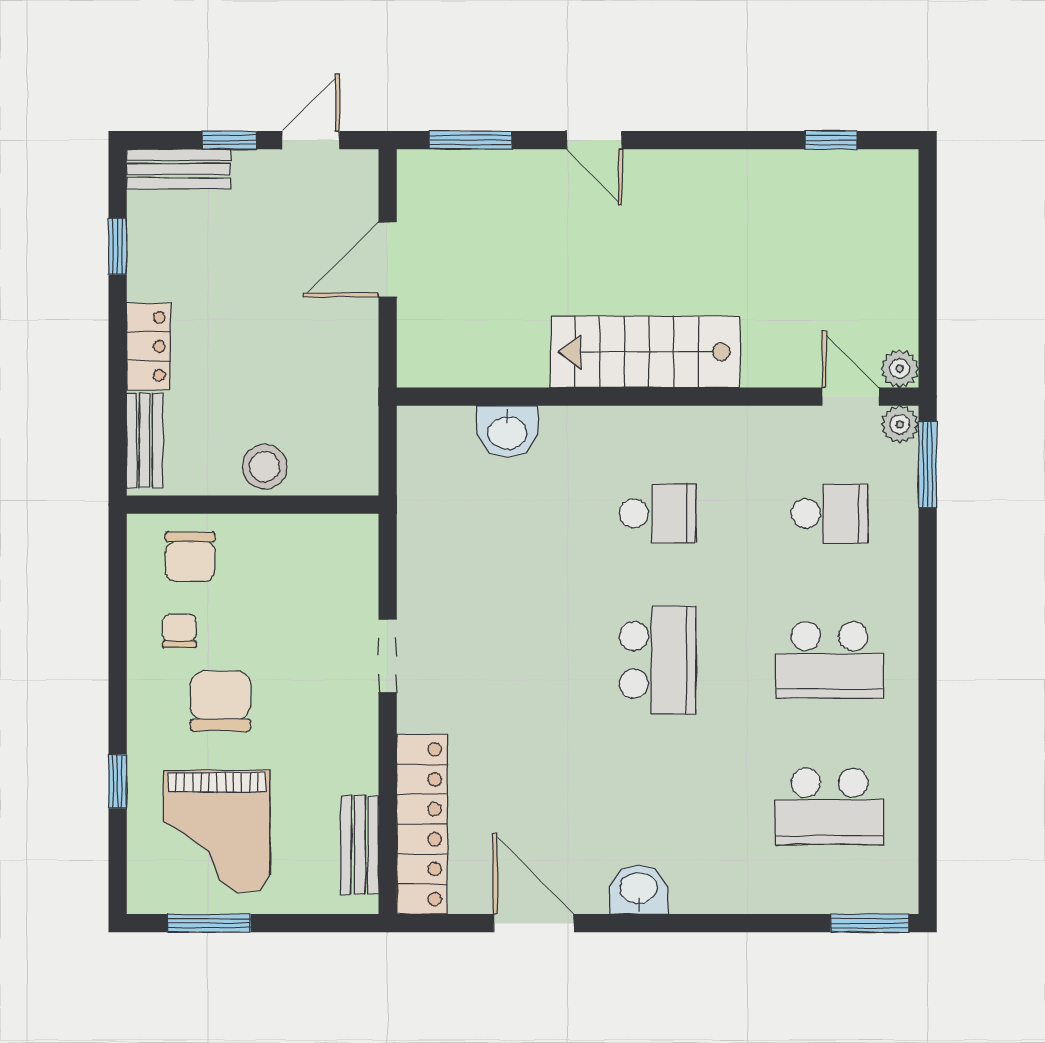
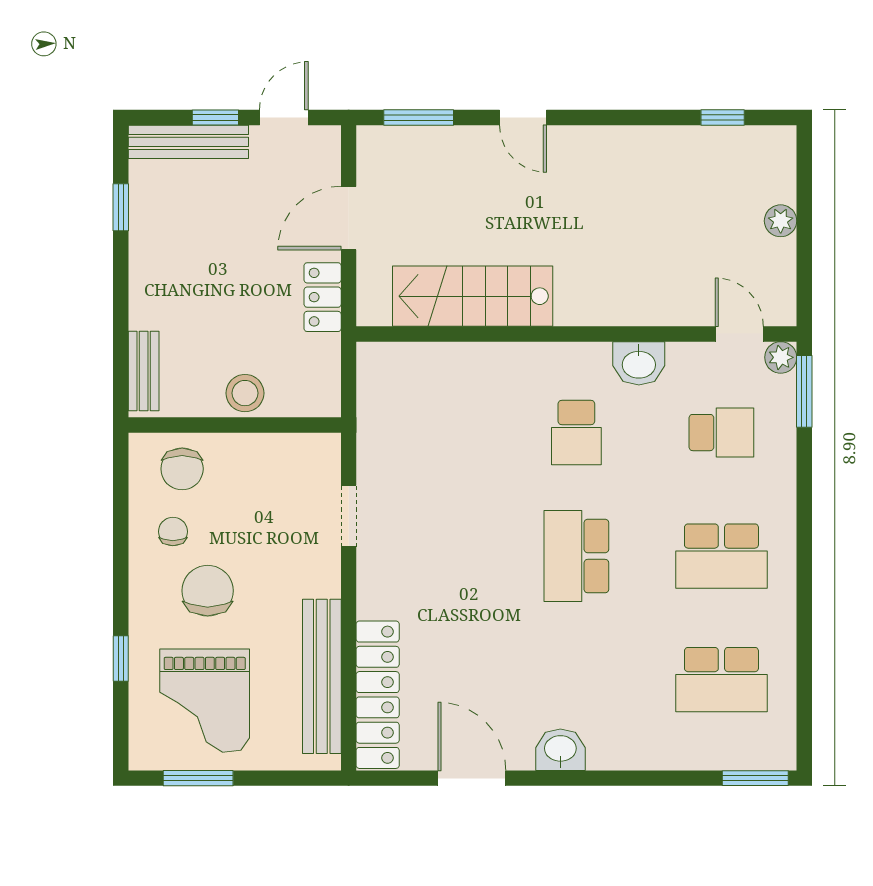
bench: (179, 169) -> (188, 142), width x1.36
locker: (148, 346) -> (323, 297), moved, turned 180
stairs: (645, 352) -> (473, 296), moved
plant: (900, 369) -> (781, 221), moved
washbasin: (507, 432) -> (639, 363), moved
school desk: (658, 513) -> (576, 433), turned 90
doorway: (388, 656) -> (349, 516), moved
school desk: (658, 660) -> (576, 556), turned 180
bench: (360, 845) -> (322, 676), width x1.86, depth x1.21

